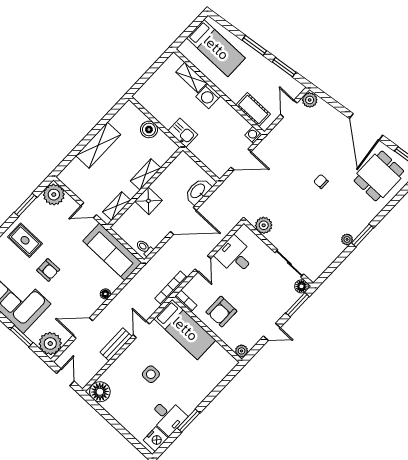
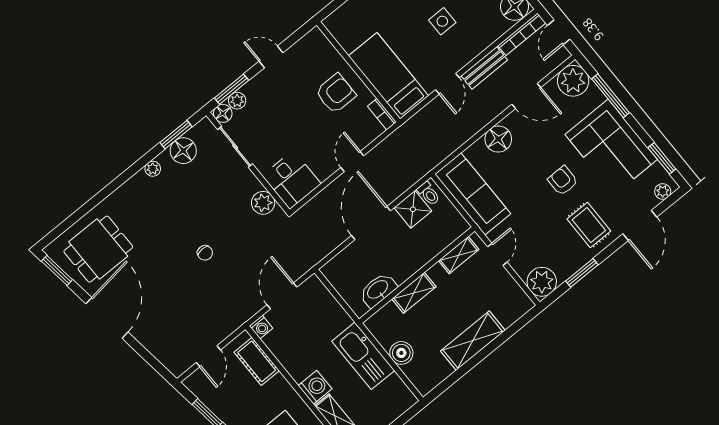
plant: (310, 100) -> (178, 364), removed
kitchen sink: (183, 133) -> (363, 356), width x1.88, depth x1.24
door: (241, 160) -> (282, 296), hinge flipped
chair: (321, 181) -> (205, 253), moved
washbasin: (198, 191) -> (378, 290), moved, turned 180
shower: (148, 201) -> (413, 209), moved
door: (89, 210) -> (497, 254), hinge flipped
door: (183, 221) -> (371, 223), hinge flipped
window: (363, 235) -> (176, 135), moved
desk: (235, 256) -> (292, 180), moved
floor lamp: (327, 256) -> (183, 151), added
bookcase: (171, 288) -> (522, 34), moved
floor lamp: (105, 294) -> (498, 139), width x1.89, depth x1.89
window: (22, 336) -> (611, 96), width x1.44
plant: (242, 351) -> (237, 101), moved

